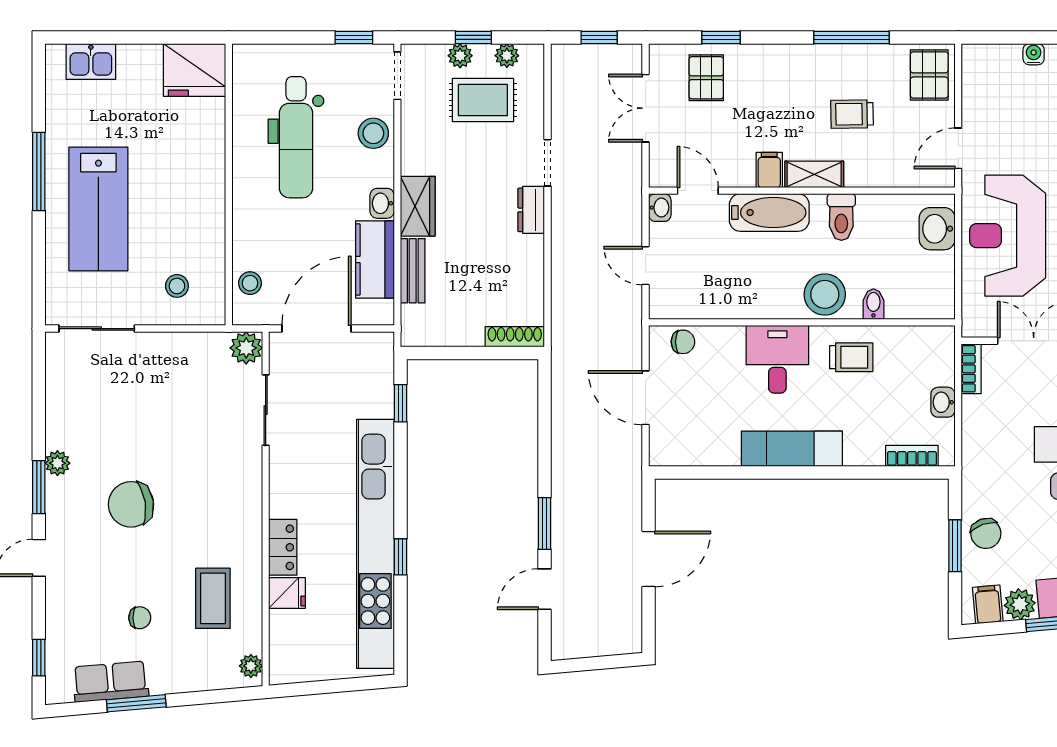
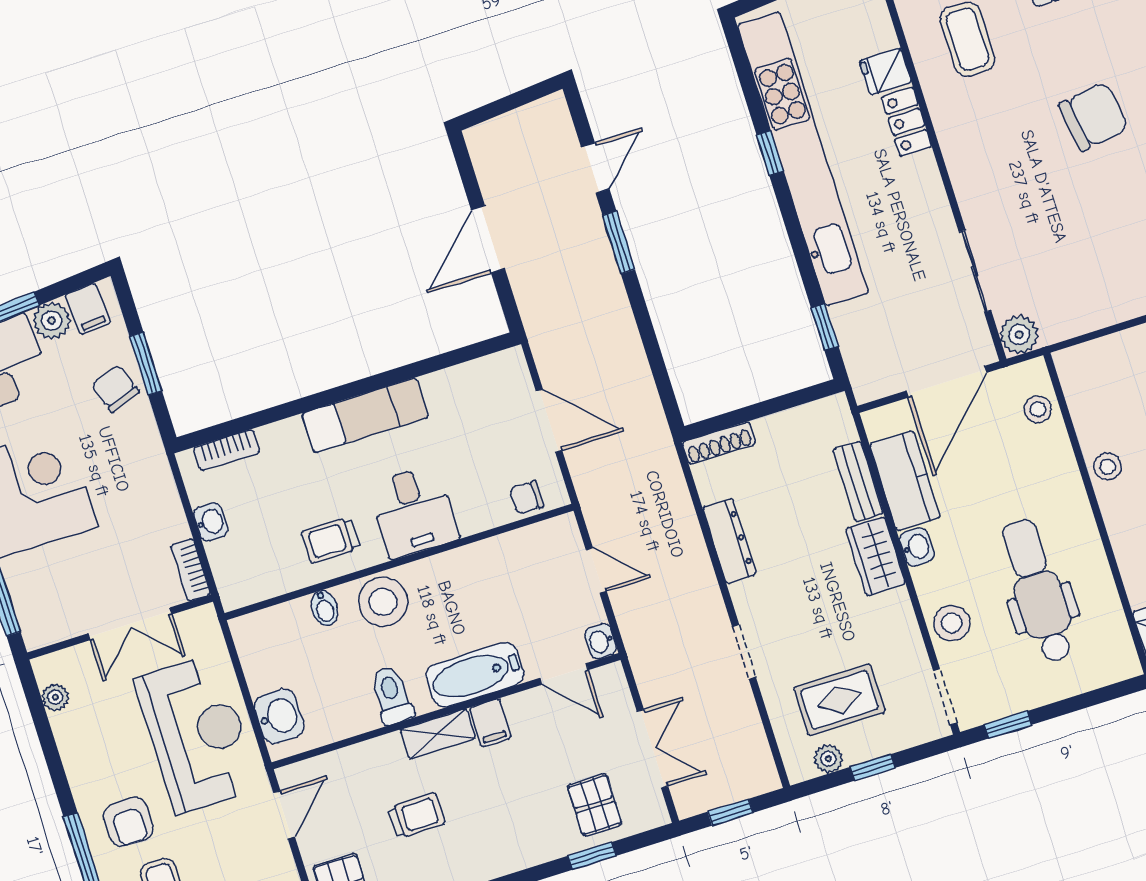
plant: (460, 56) -> (881, 742), removed
dresser: (531, 210) -> (729, 541), moved, width x1.44
stool: (177, 286) -> (1108, 467), moved

